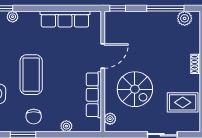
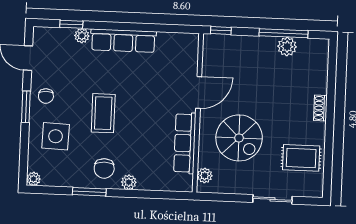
plant: (185, 18) -> (287, 47), moved
row of seats: (65, 19) -> (123, 41), moved
coffee table: (31, 75) -> (103, 113), width x0.73, depth x0.76
plant: (66, 126) -> (129, 182), moved

